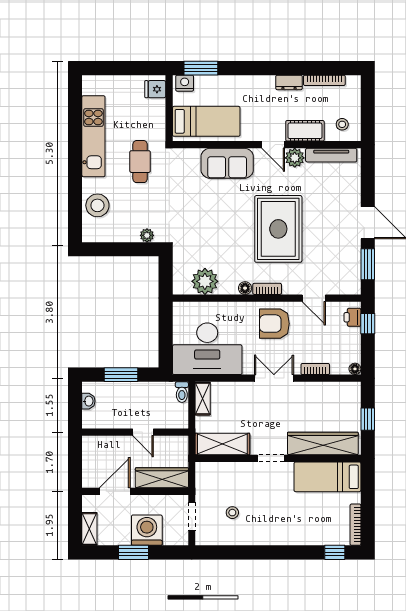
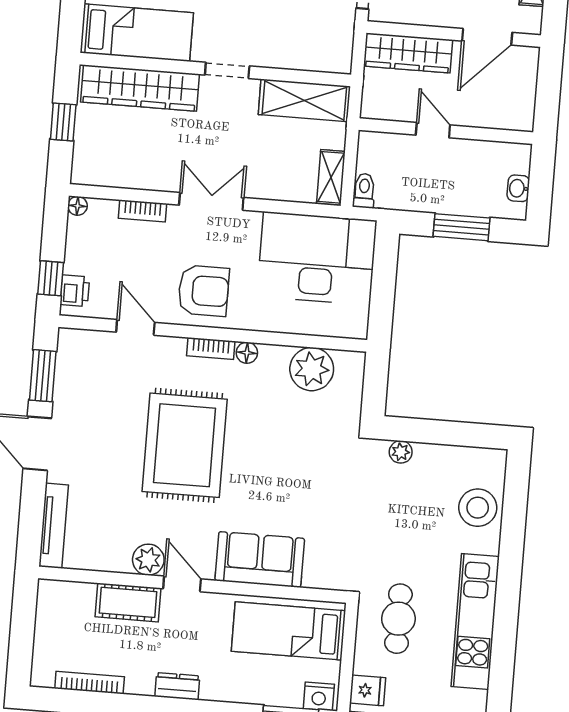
dresser: (289, 82) -> (177, 686), moved
stool: (342, 124) -> (66, 608), removed
tv unit: (331, 155) -> (54, 526), moved, turned 90
cafe table: (140, 162) -> (398, 619), moved
double door: (274, 378) -> (211, 201), swing flipped

